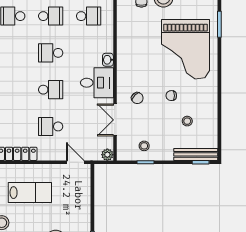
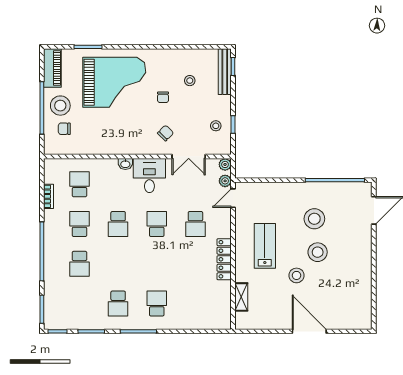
plant: (92, 155) -> (225, 181), added

